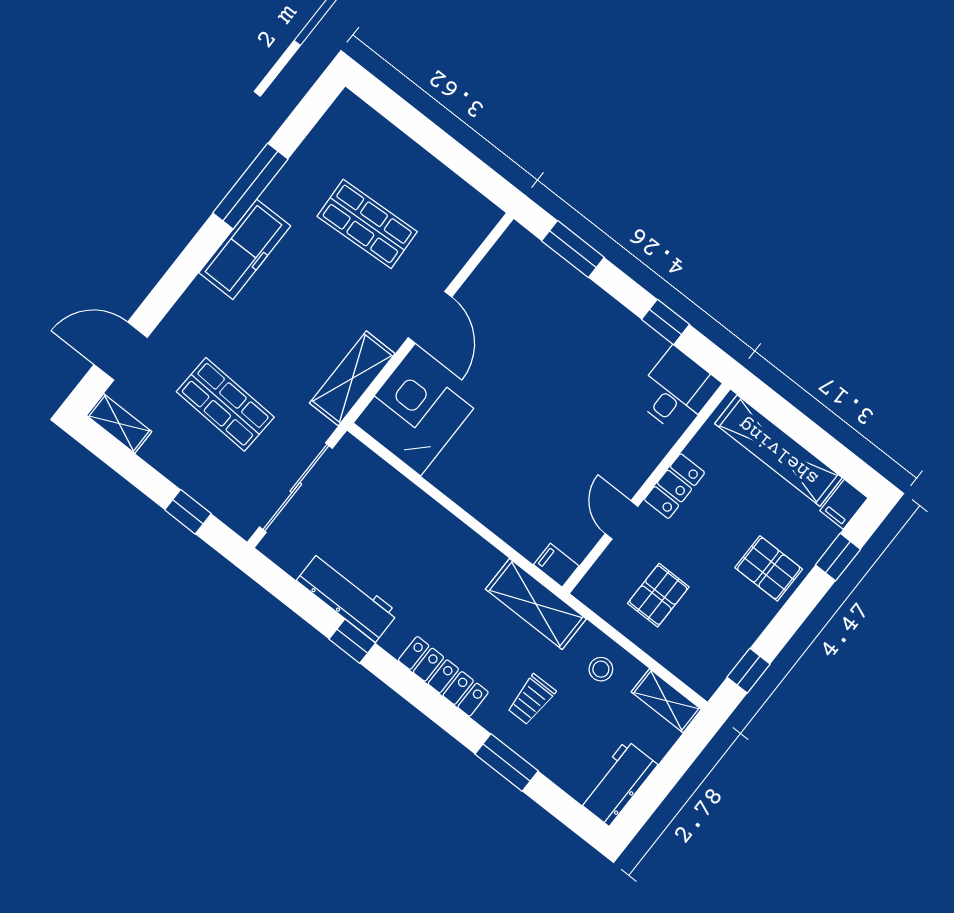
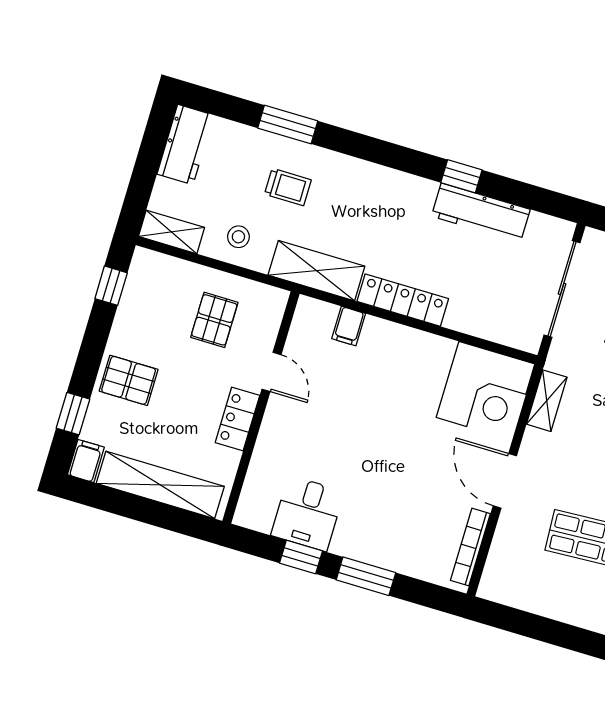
window: (573, 249) -> (366, 576), moved
bookcase: (491, 264) -> (470, 547), added
shelving: (352, 378) -> (547, 401), width x0.67, depth x0.75
desk: (677, 391) -> (308, 513), moved
filing cabinet: (556, 565) -> (349, 326), moved, turned 90
locker: (443, 676) -> (403, 300), moved, turned 180
trolley: (531, 700) -> (288, 187), turned 90

